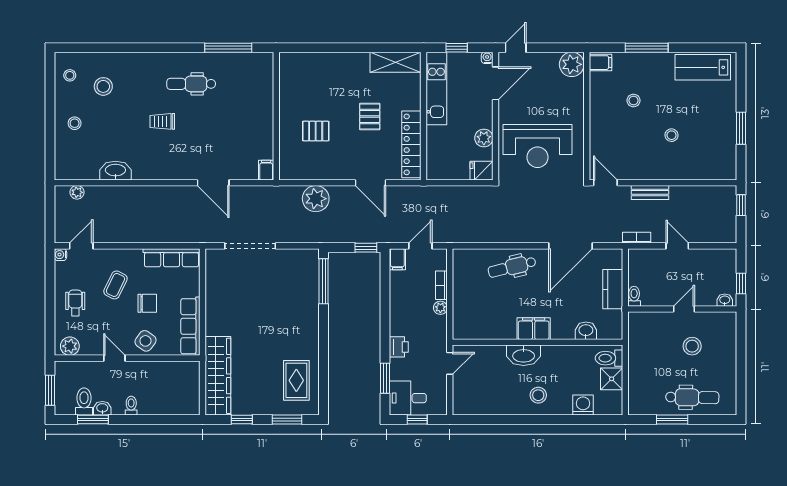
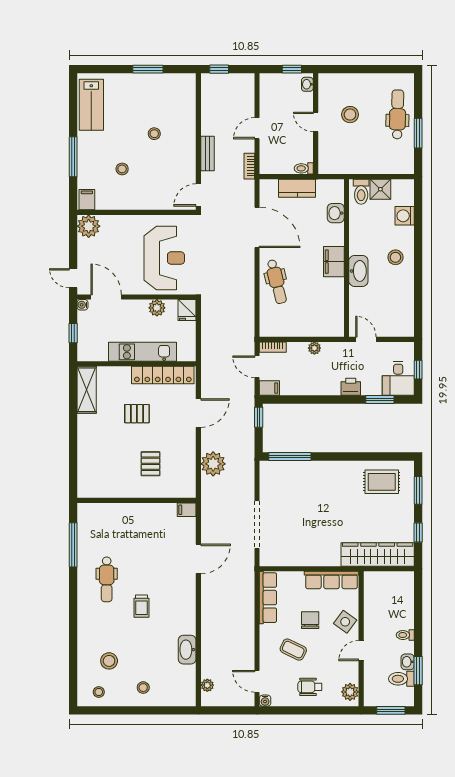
kitchen unit: (436, 88) -> (142, 352), moved
bookcase: (441, 285) -> (273, 347), moved

